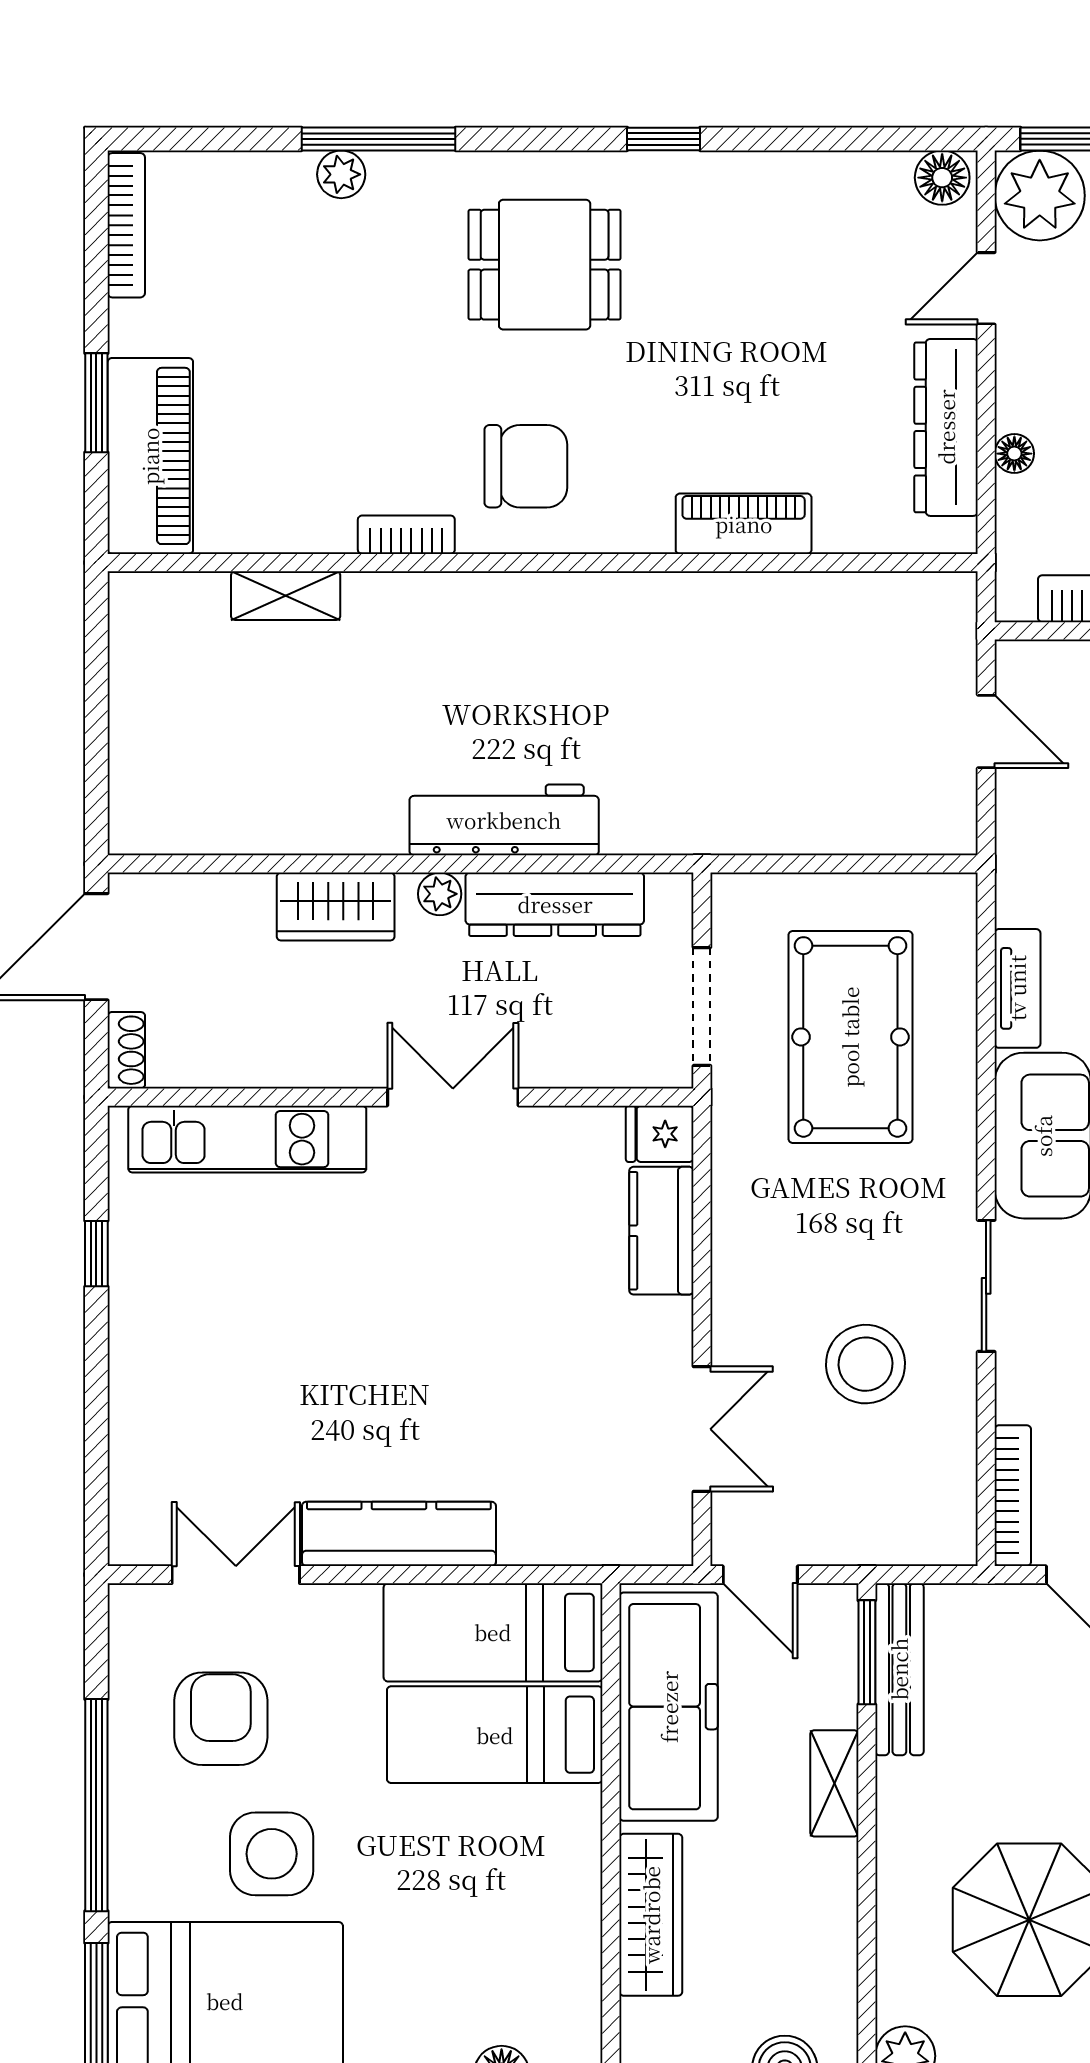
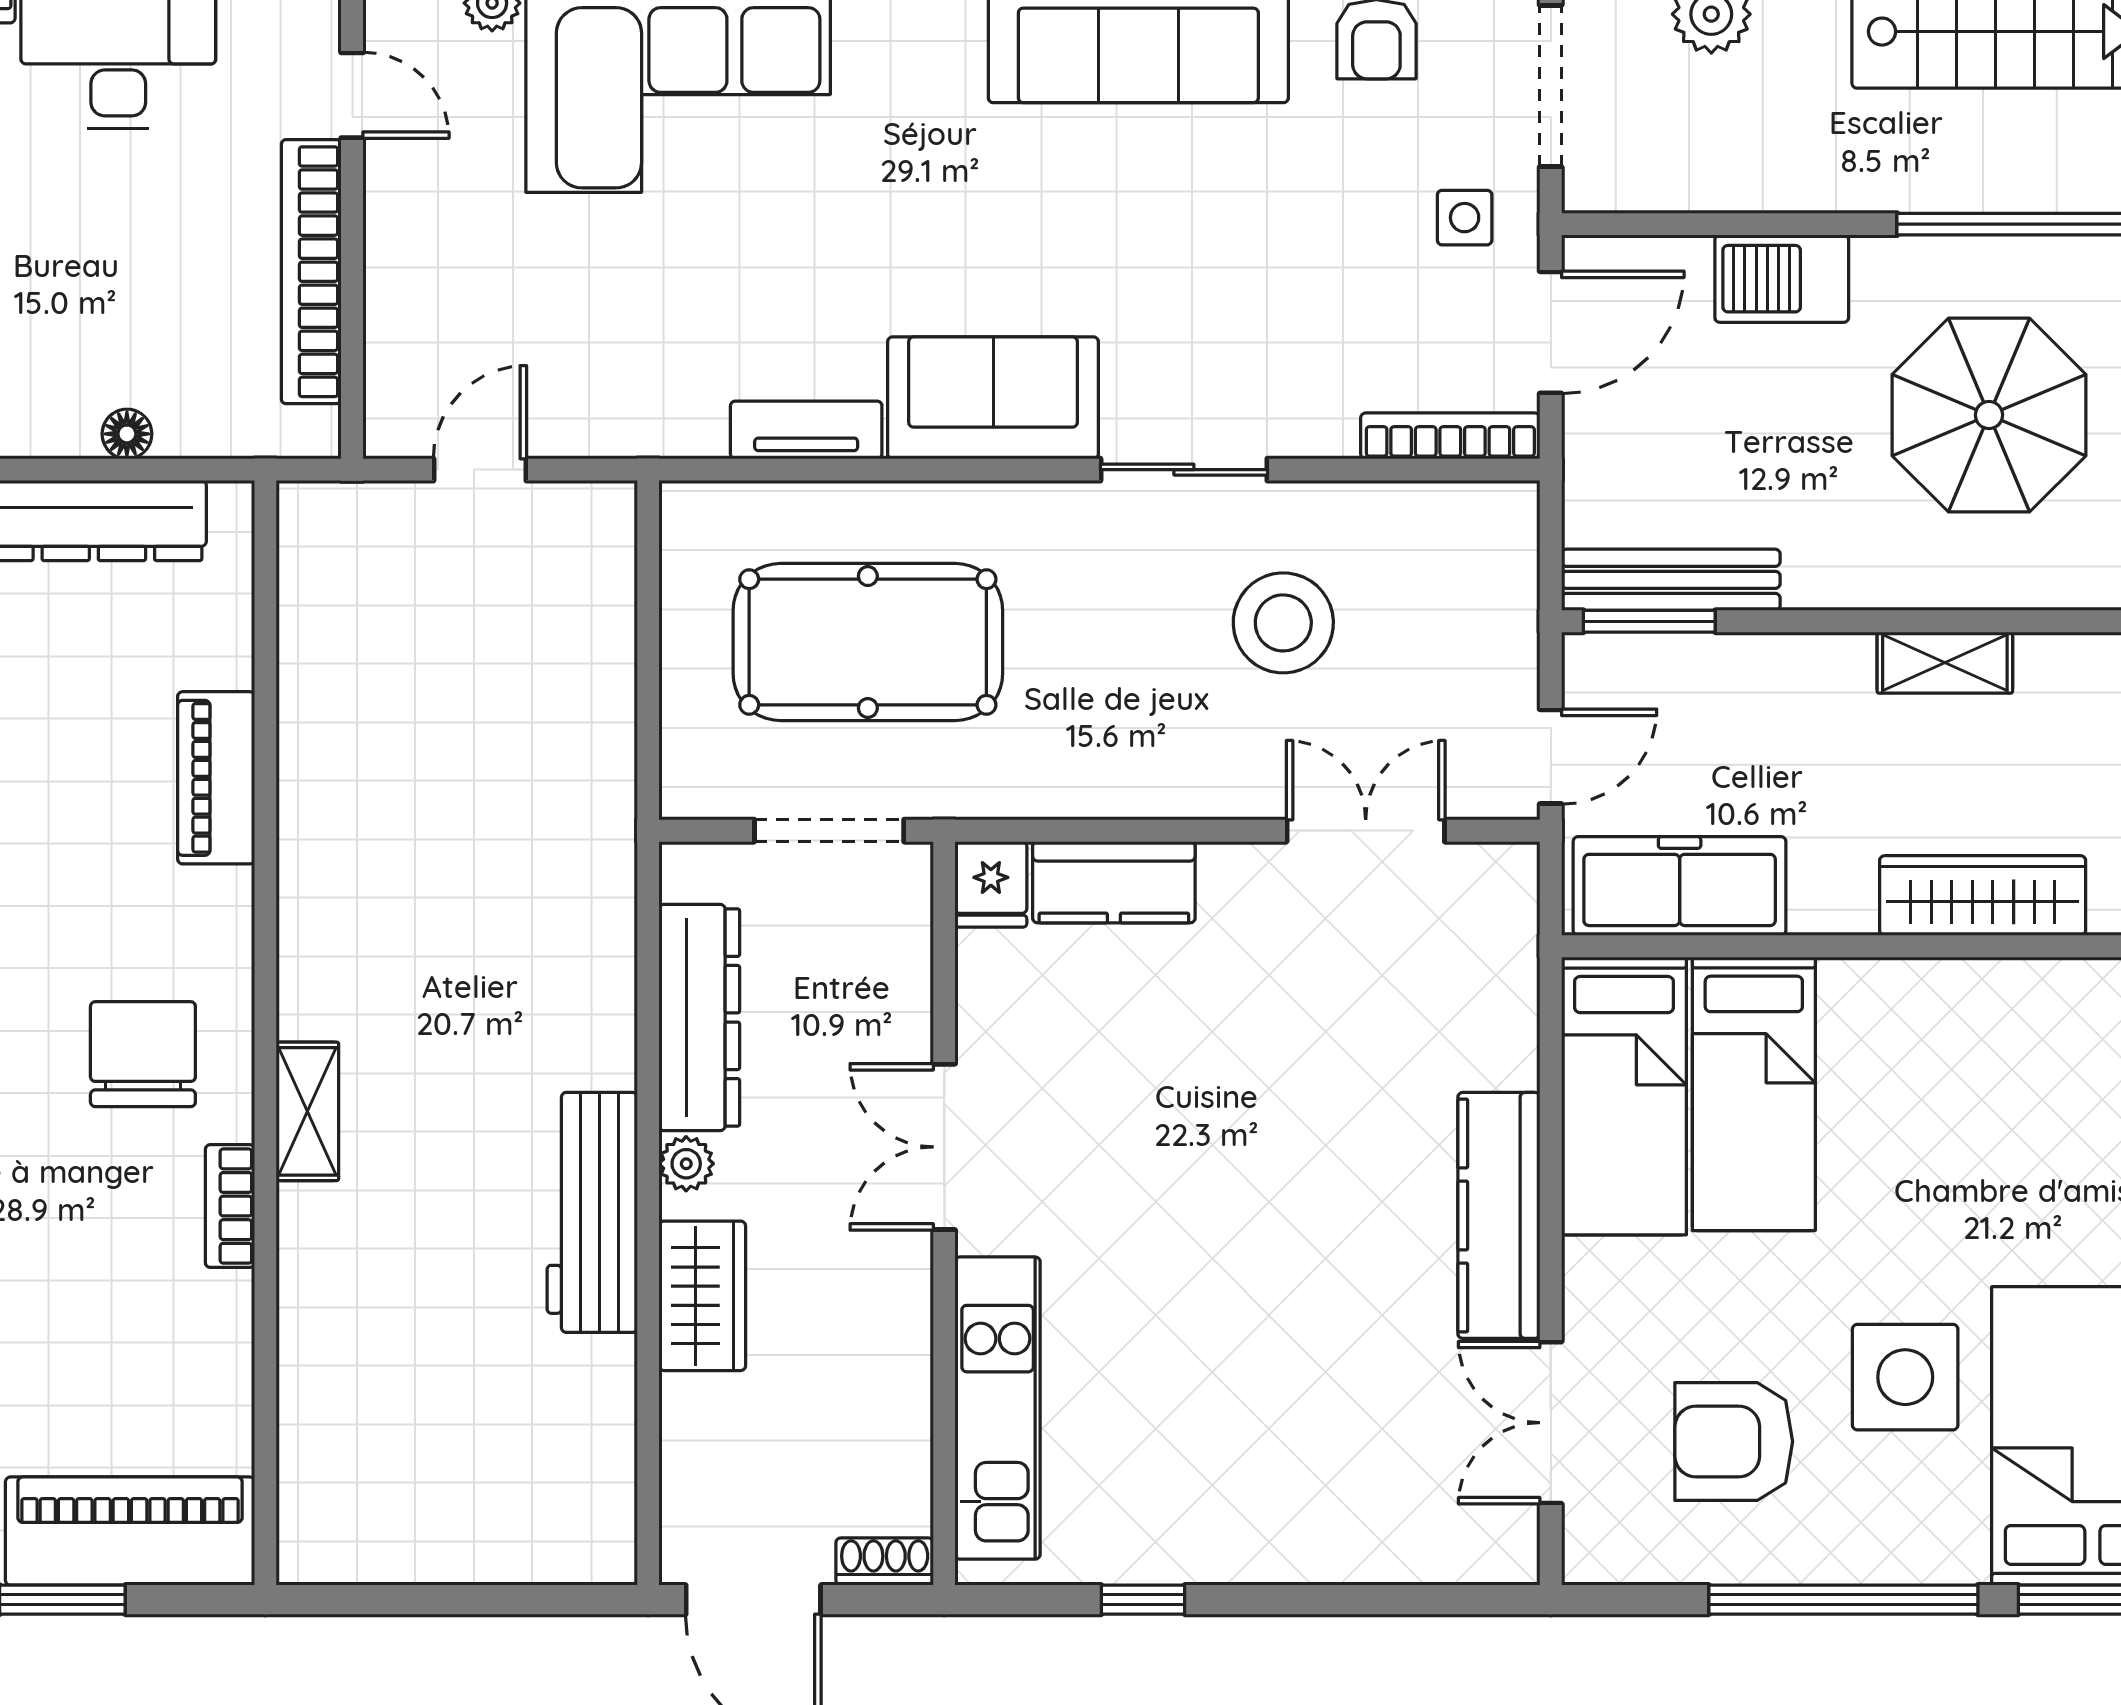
shelving: (286, 596) -> (307, 1111), moved
workbench: (504, 820) -> (592, 1212), moved
freezer: (669, 1707) -> (1680, 886), width x0.73, depth x0.79
shelving: (834, 1783) -> (1945, 663), moved

